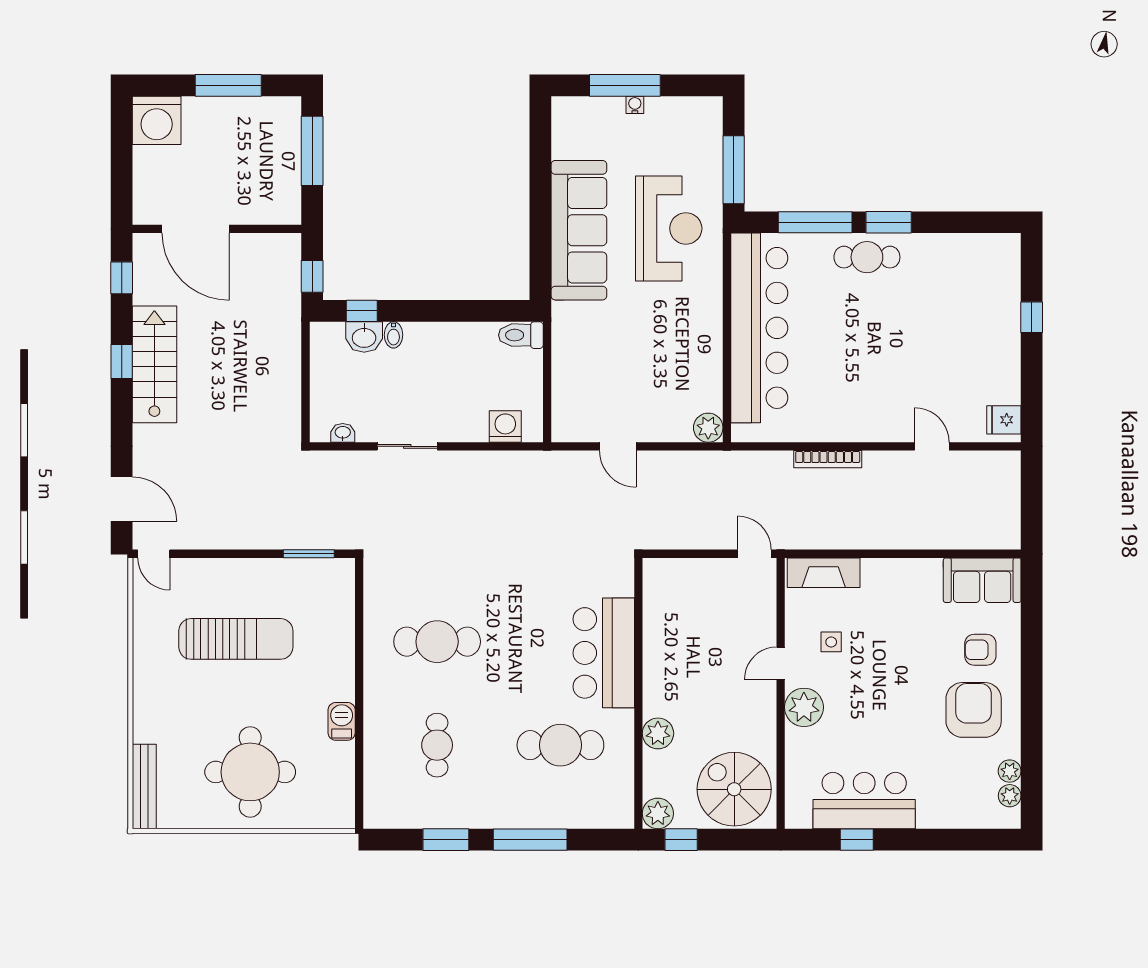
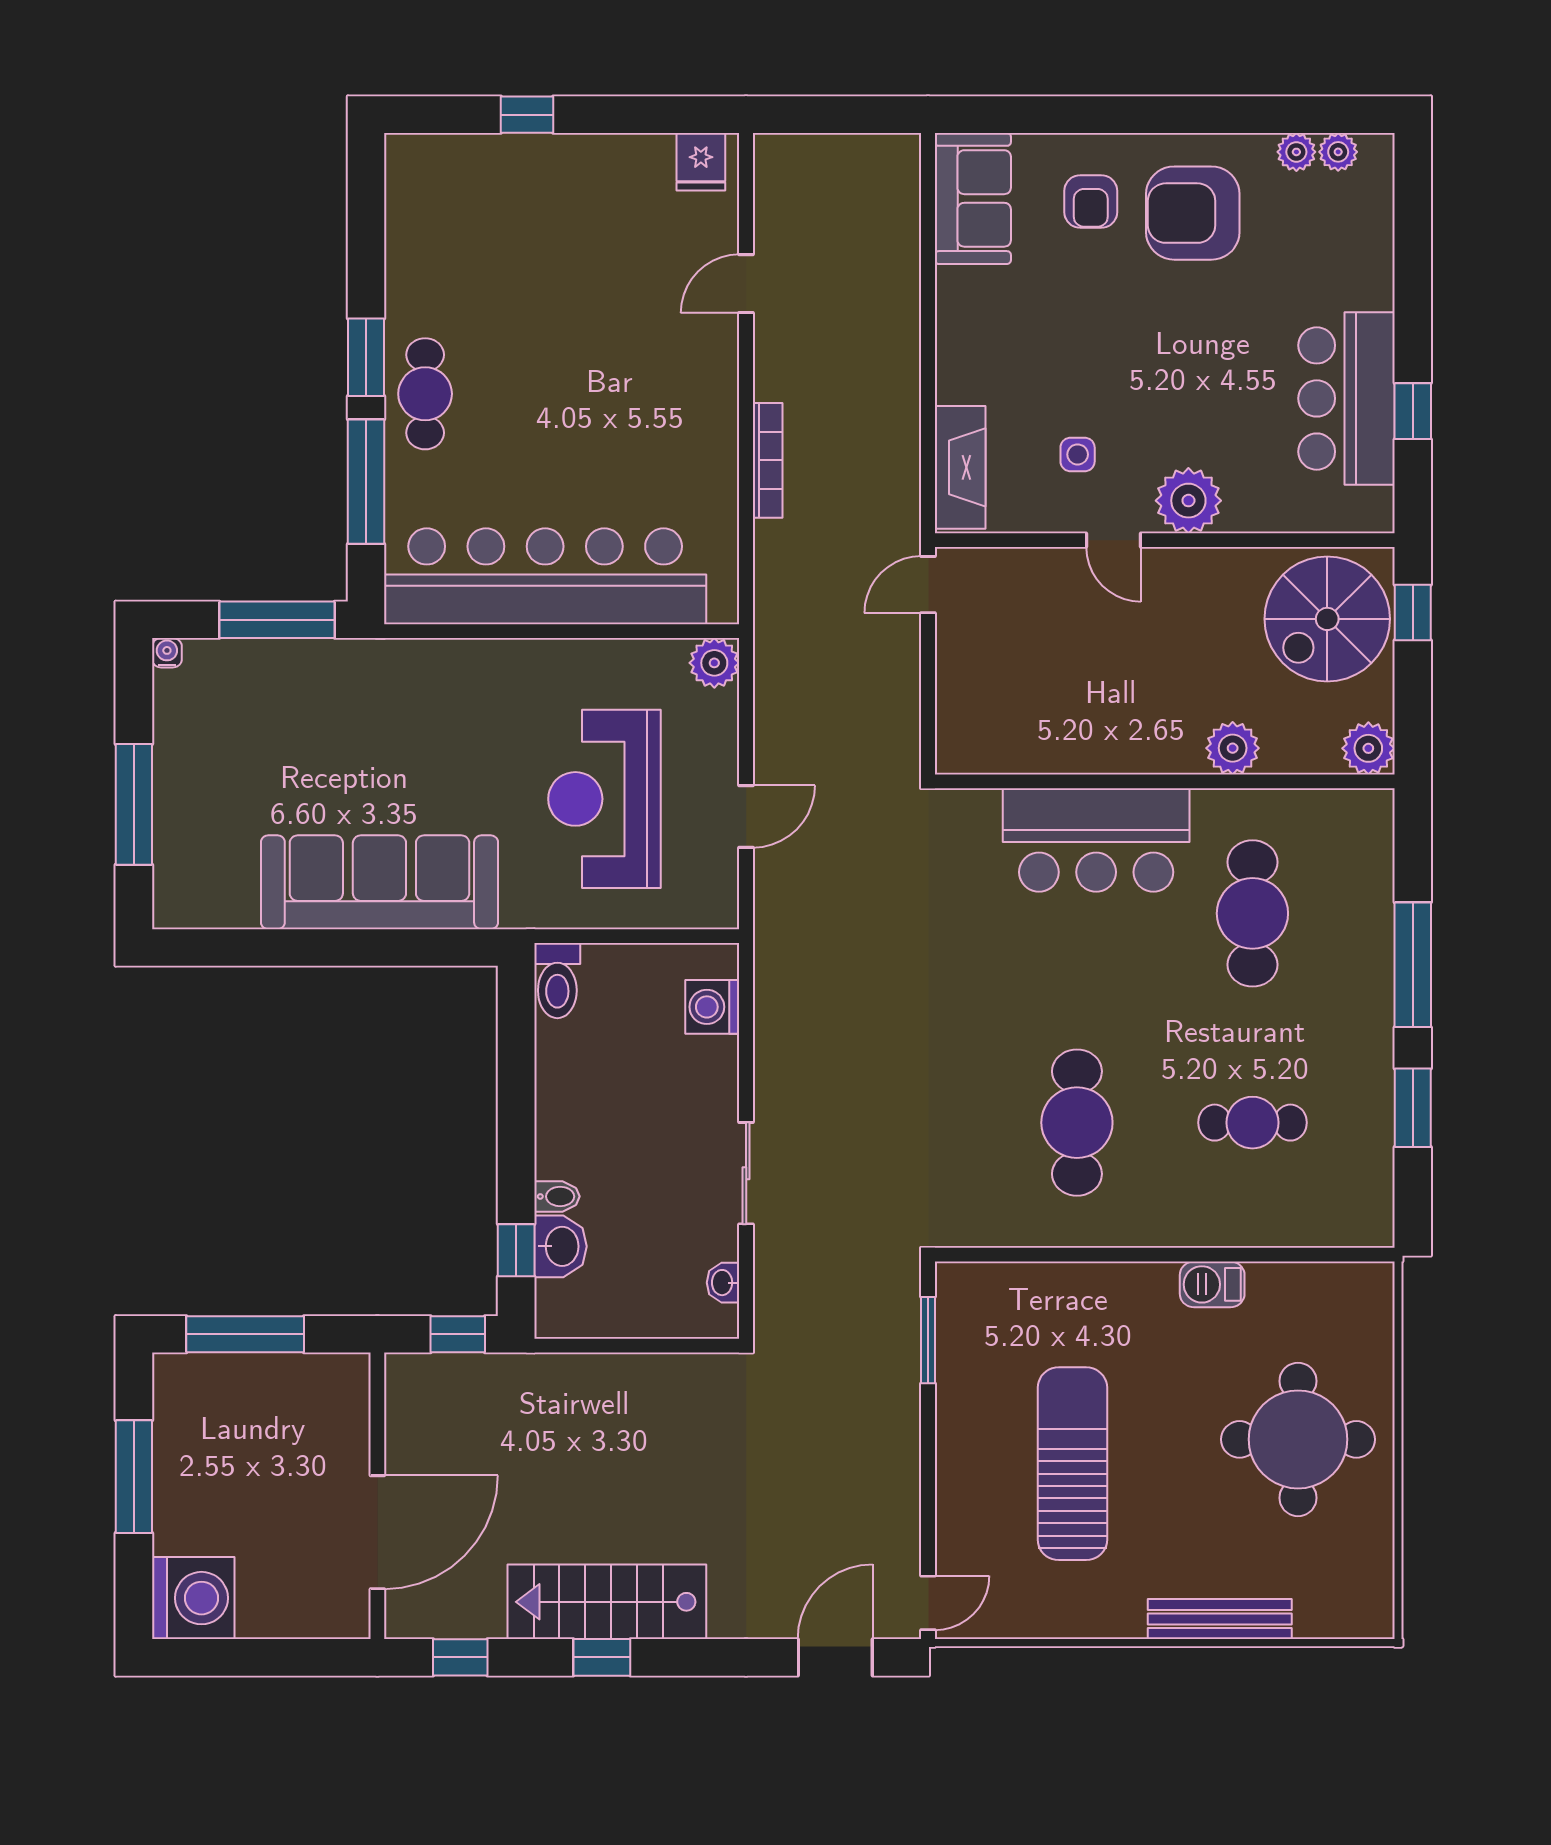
water cooler: (635, 105) -> (167, 653), moved, turned 90
reception desk: (669, 228) -> (605, 799), moved, turned -90
bench: (144, 787) -> (1220, 1619), moved
window: (681, 840) -> (1413, 612), moved

